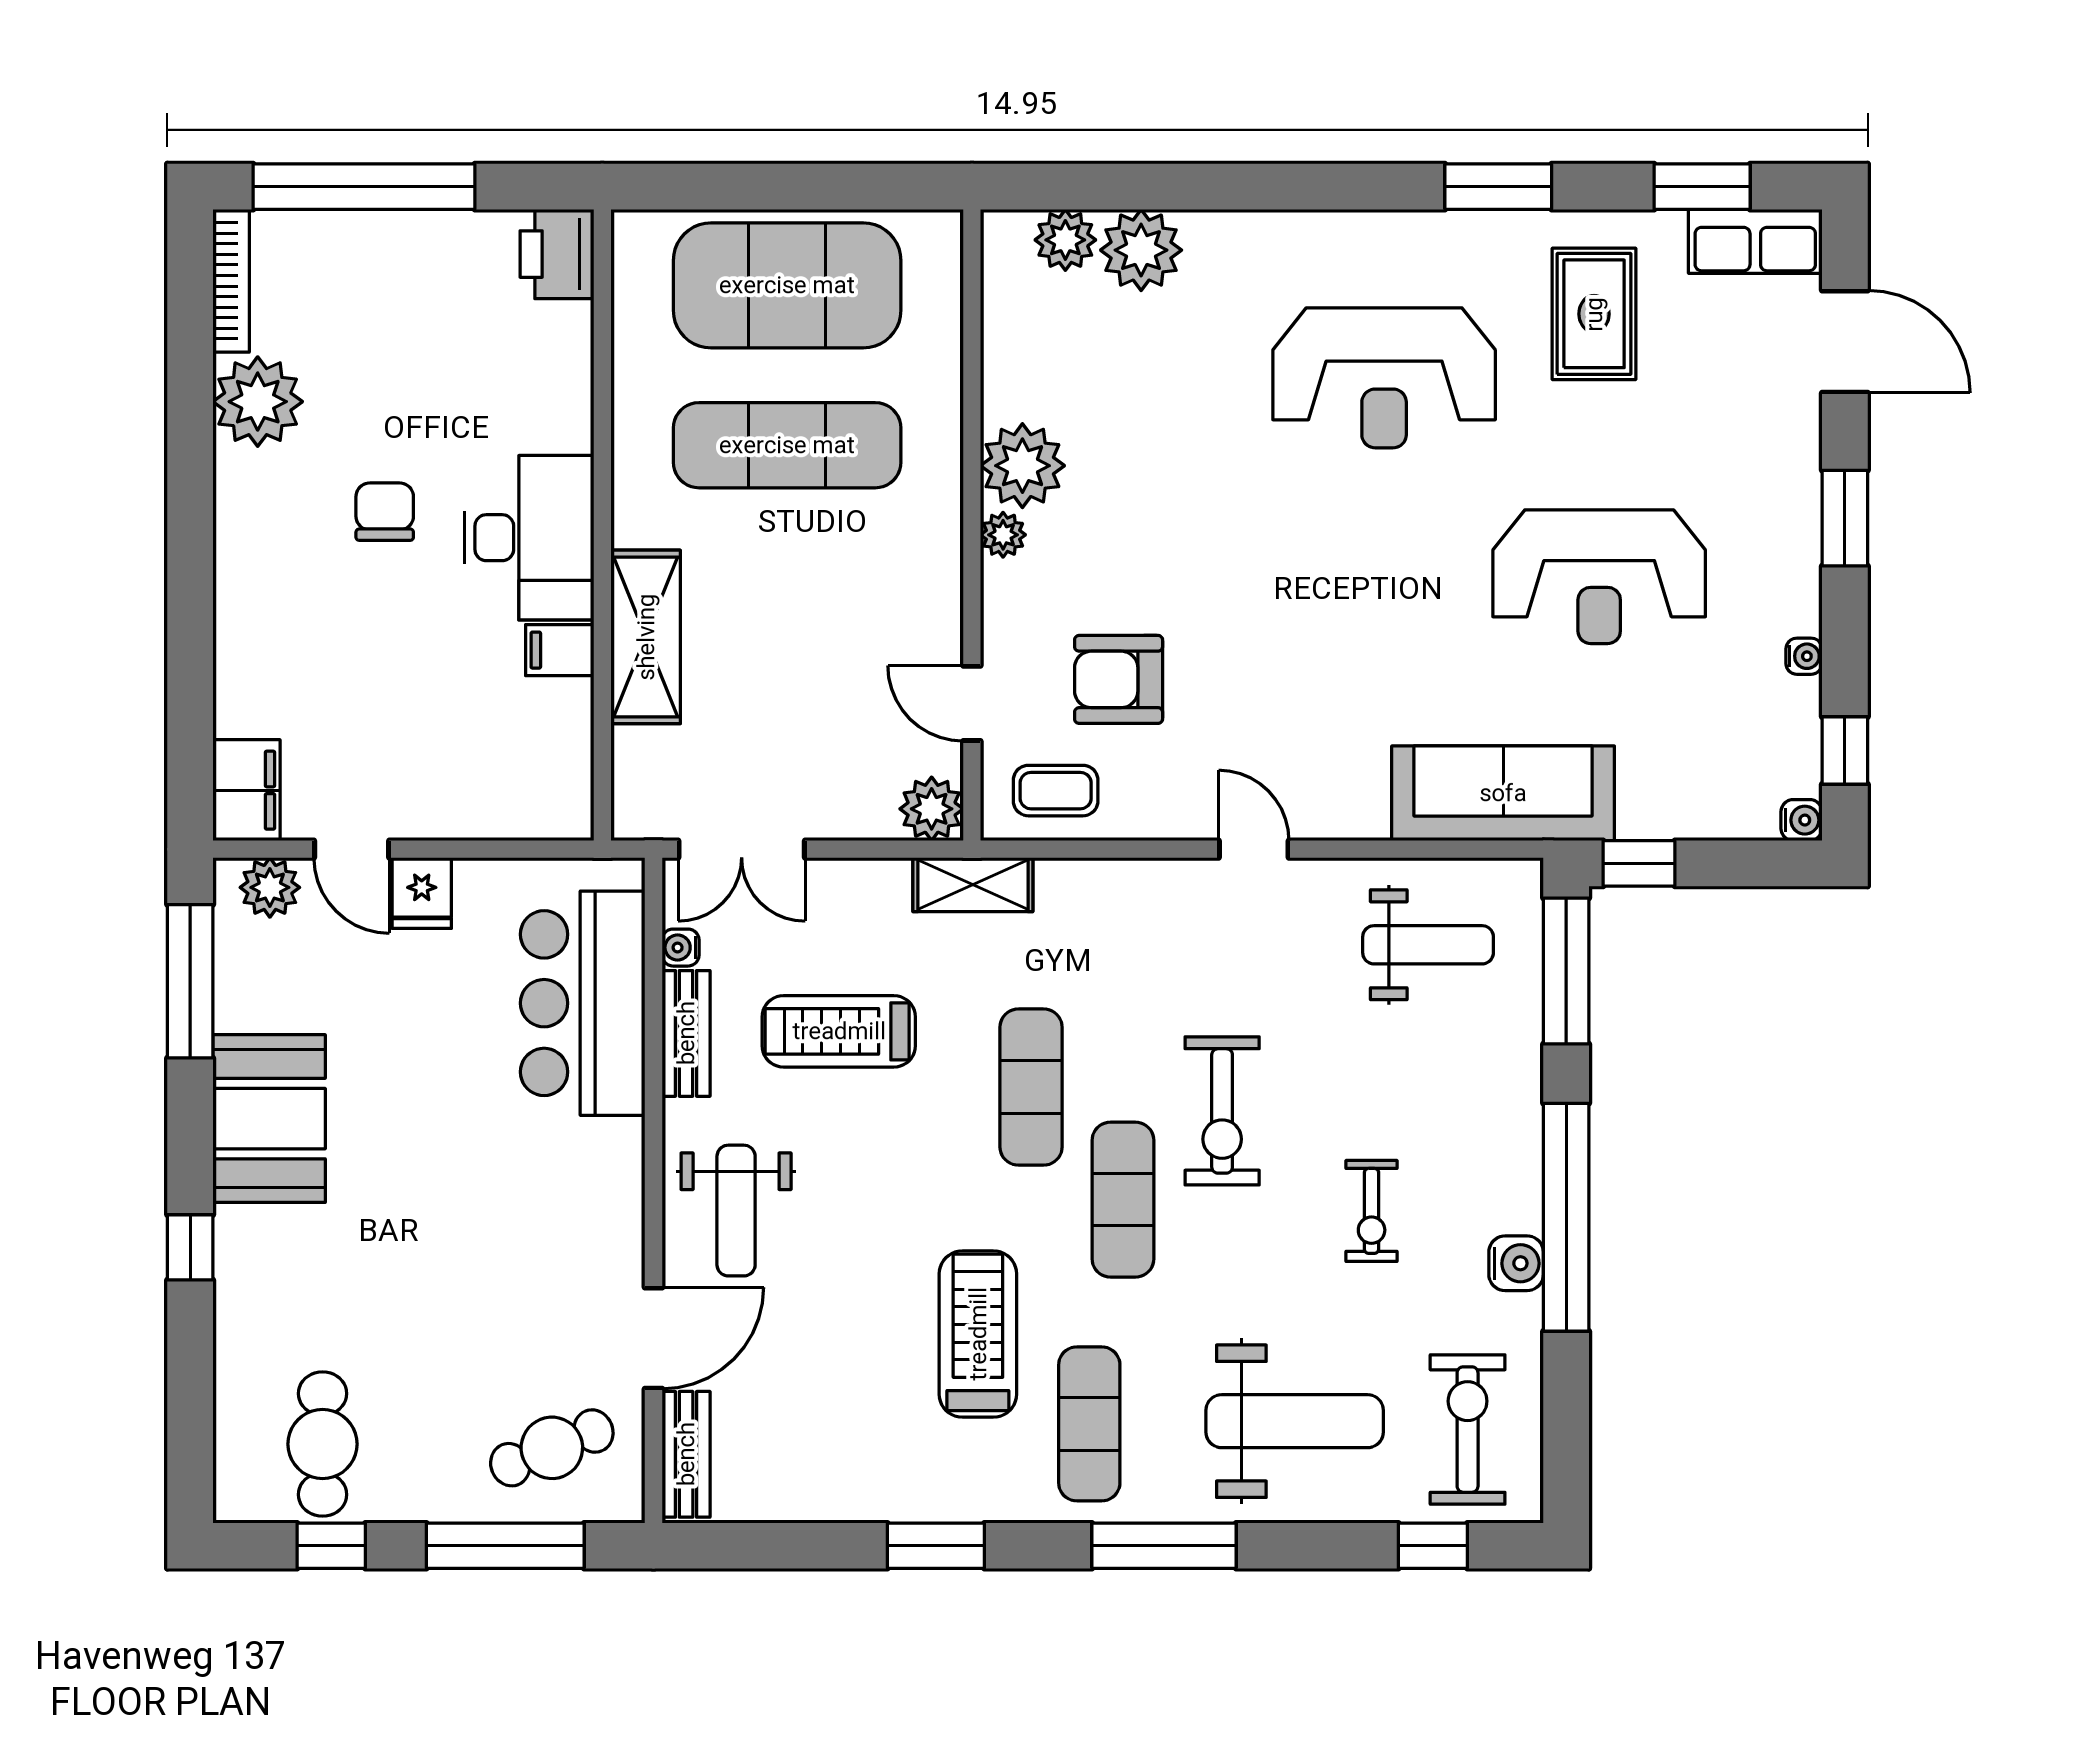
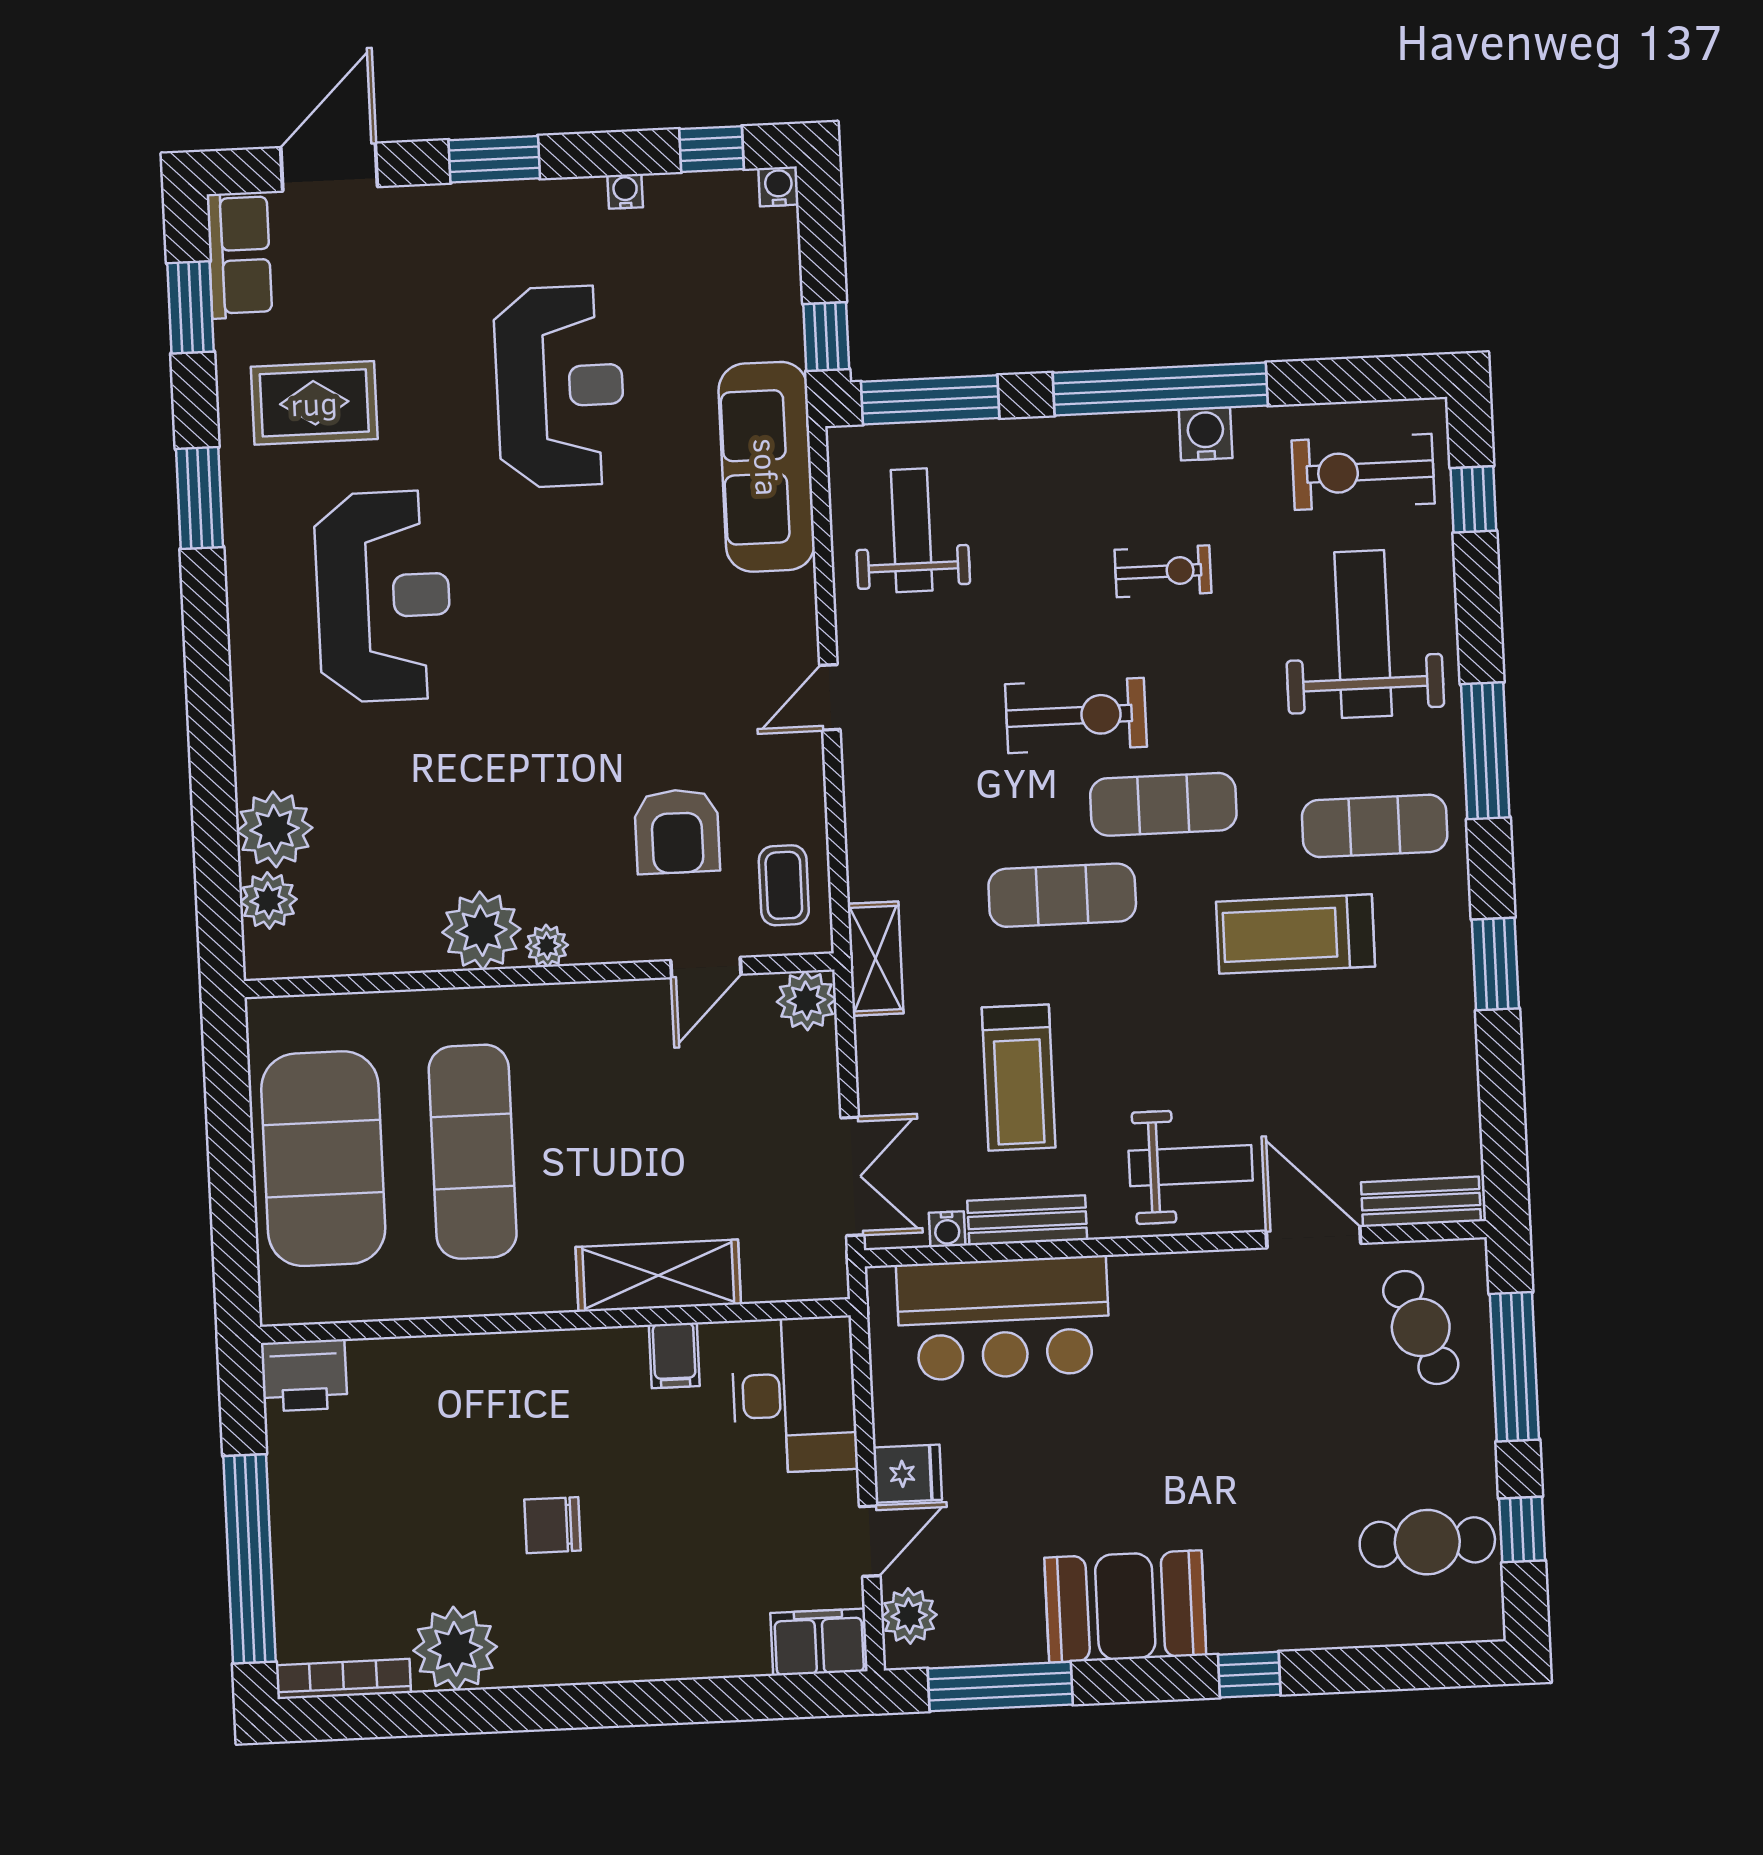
desk: (529, 538) -> (794, 1395), moved, turned 90

